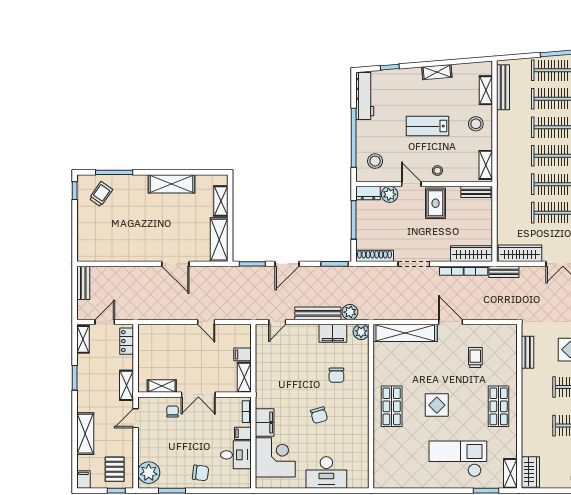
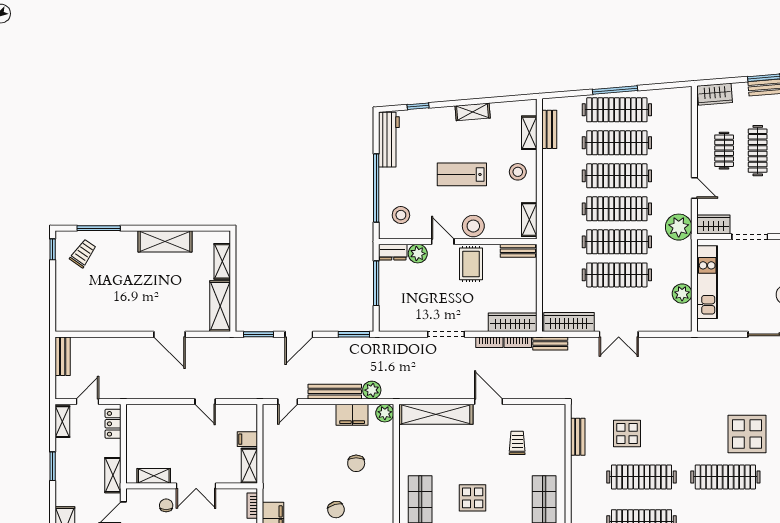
bench: (503, 87) -> (549, 129), width x0.73
stool: (437, 171) -> (473, 226), width x1.89, depth x1.89
shoe rack: (375, 256) -> (400, 325), removed

